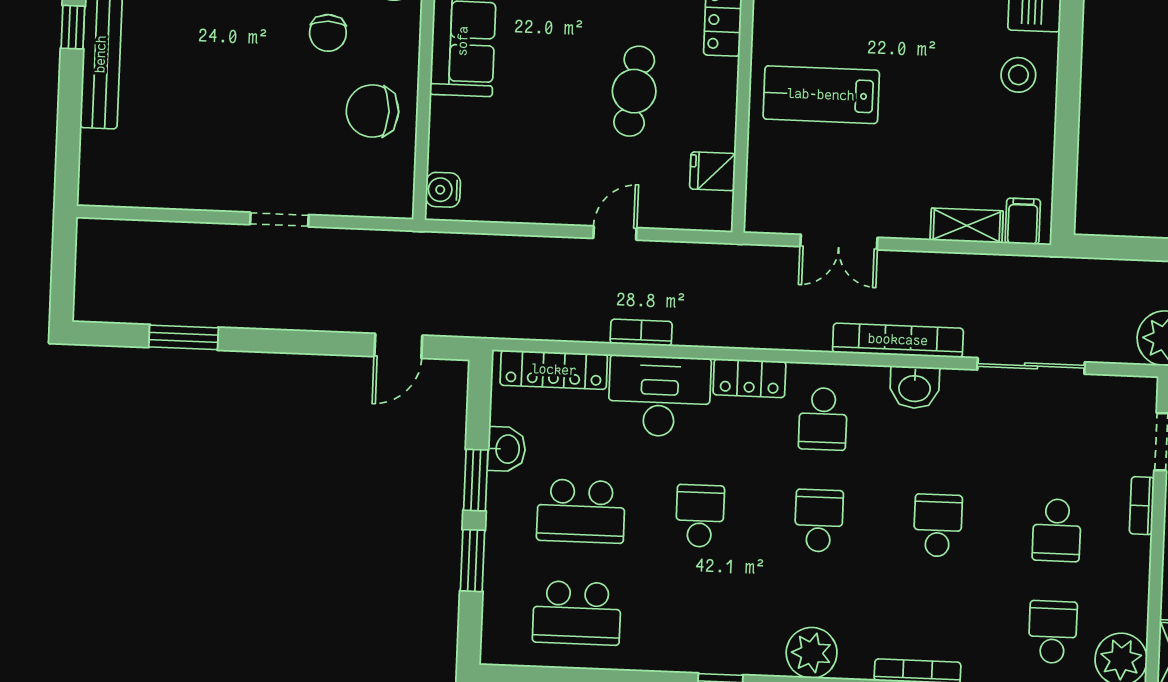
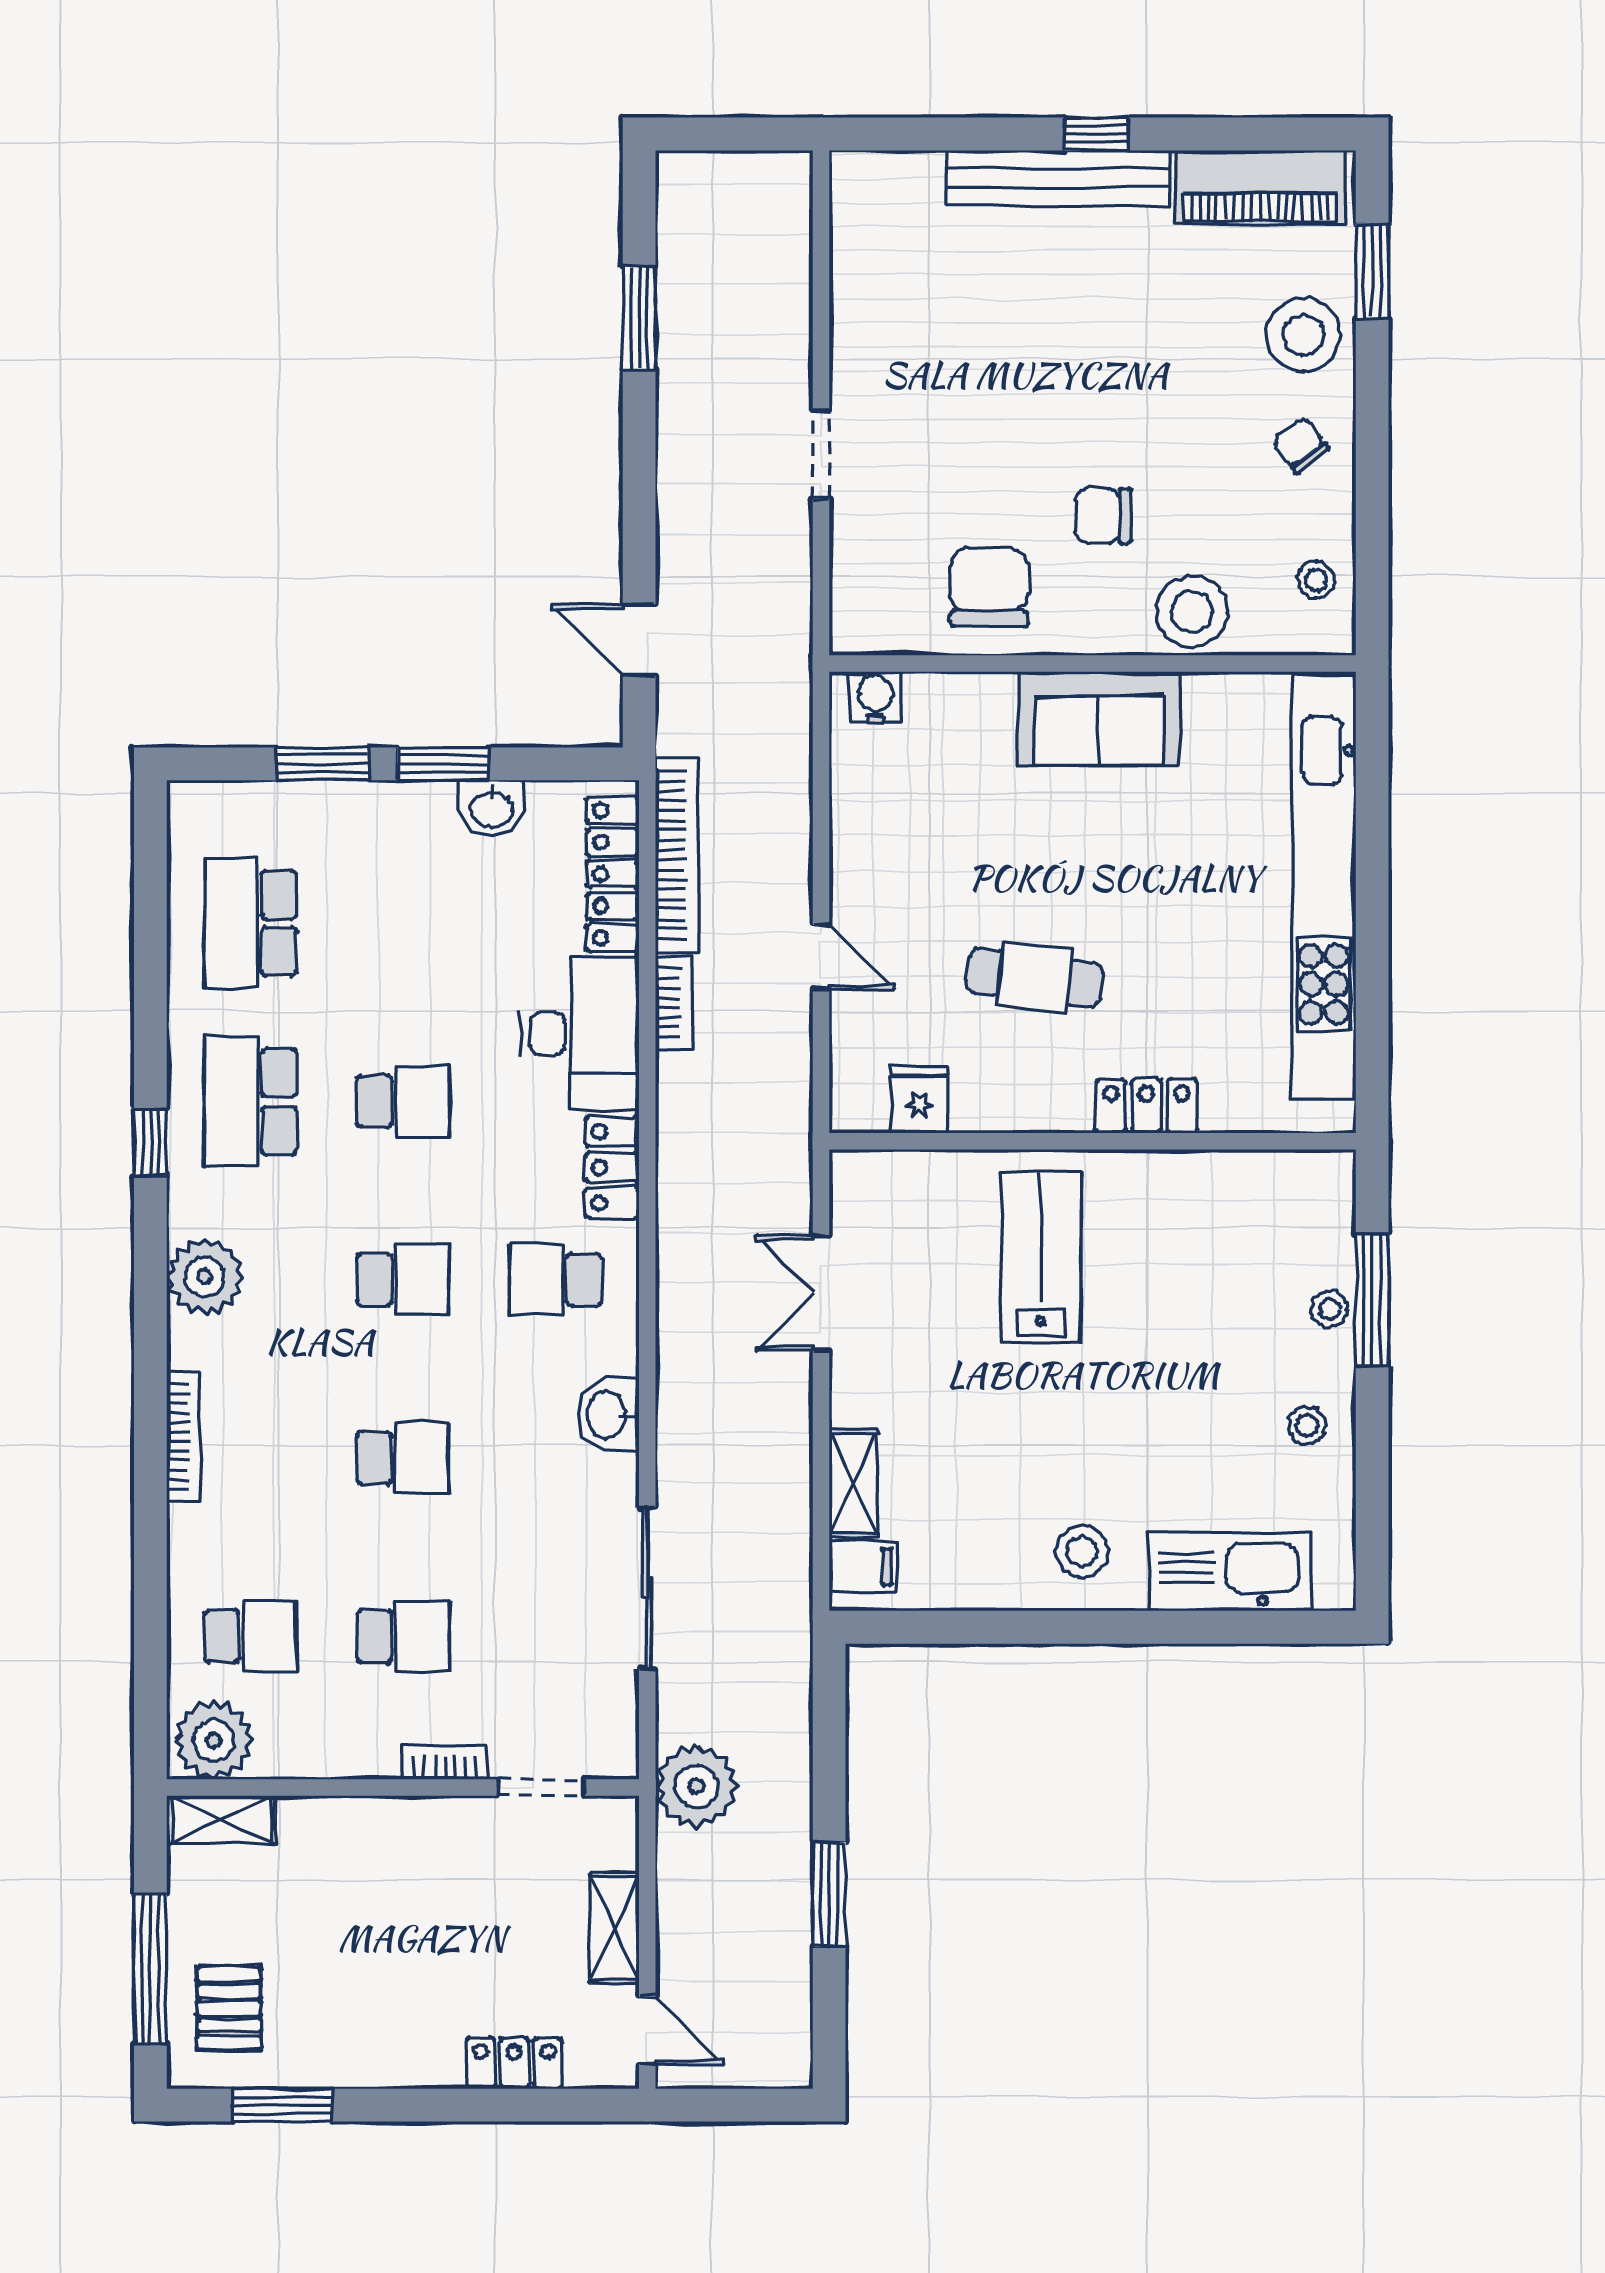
bookcase: (898, 340) -> (678, 855), moved
school desk: (581, 511) -> (250, 1101), moved
school desk: (1057, 530) -> (403, 1636), turned 180

